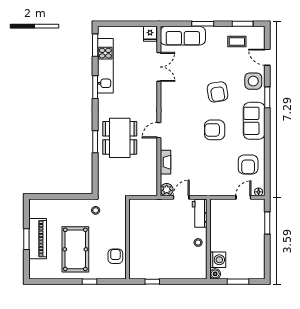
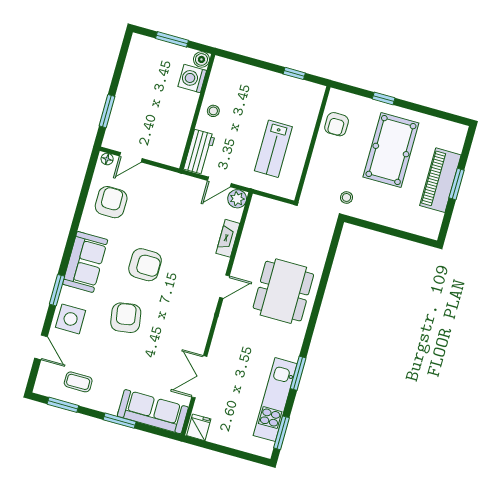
window: (95, 142) -> (320, 295), removed
lab bench: (152, 229) -> (273, 149), added

